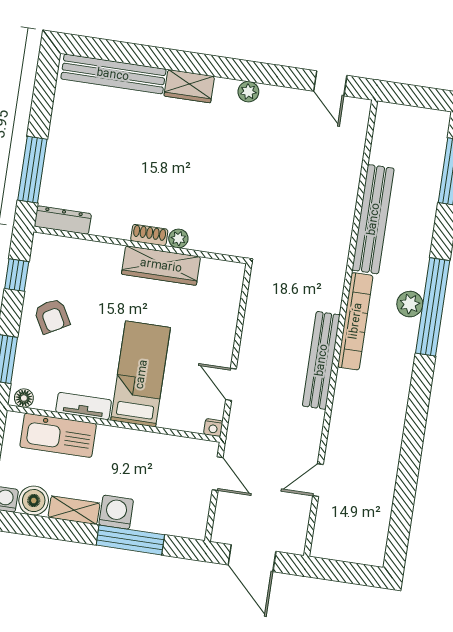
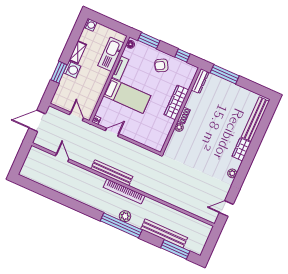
bench: (373, 219) -> (164, 233), moved
wardrobe: (161, 265) -> (176, 102), moved
door: (218, 474) -> (76, 116), swing flipped
boiler: (34, 501) -> (87, 37), removed
window: (130, 540) -> (59, 72), width x0.69

